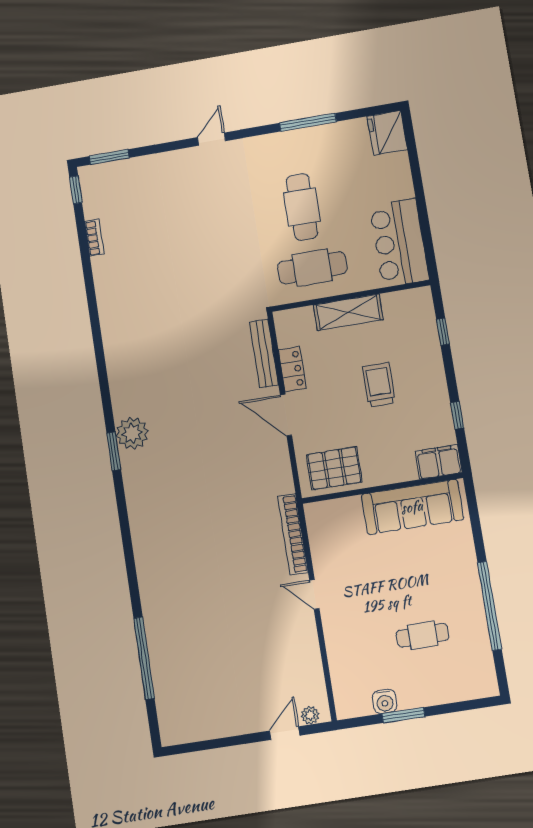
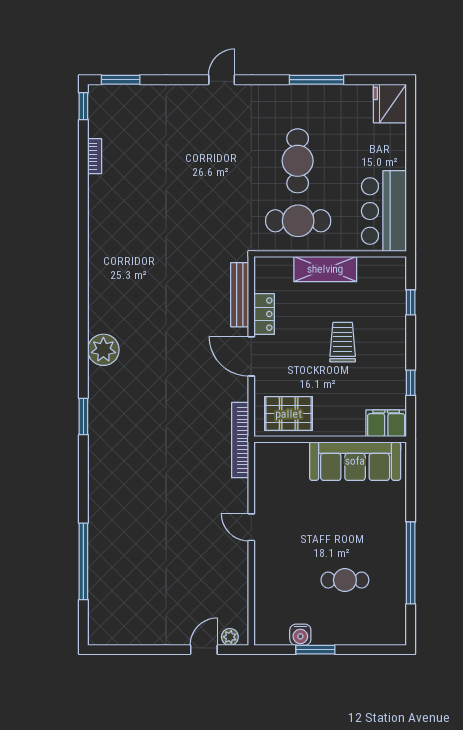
window: (114, 451) -> (83, 417), moved
bookcase: (293, 534) -> (240, 440), moved

